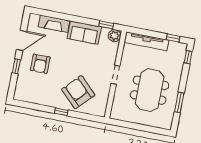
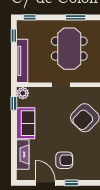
meeting table: (150, 90) -> (69, 49), turned 90

